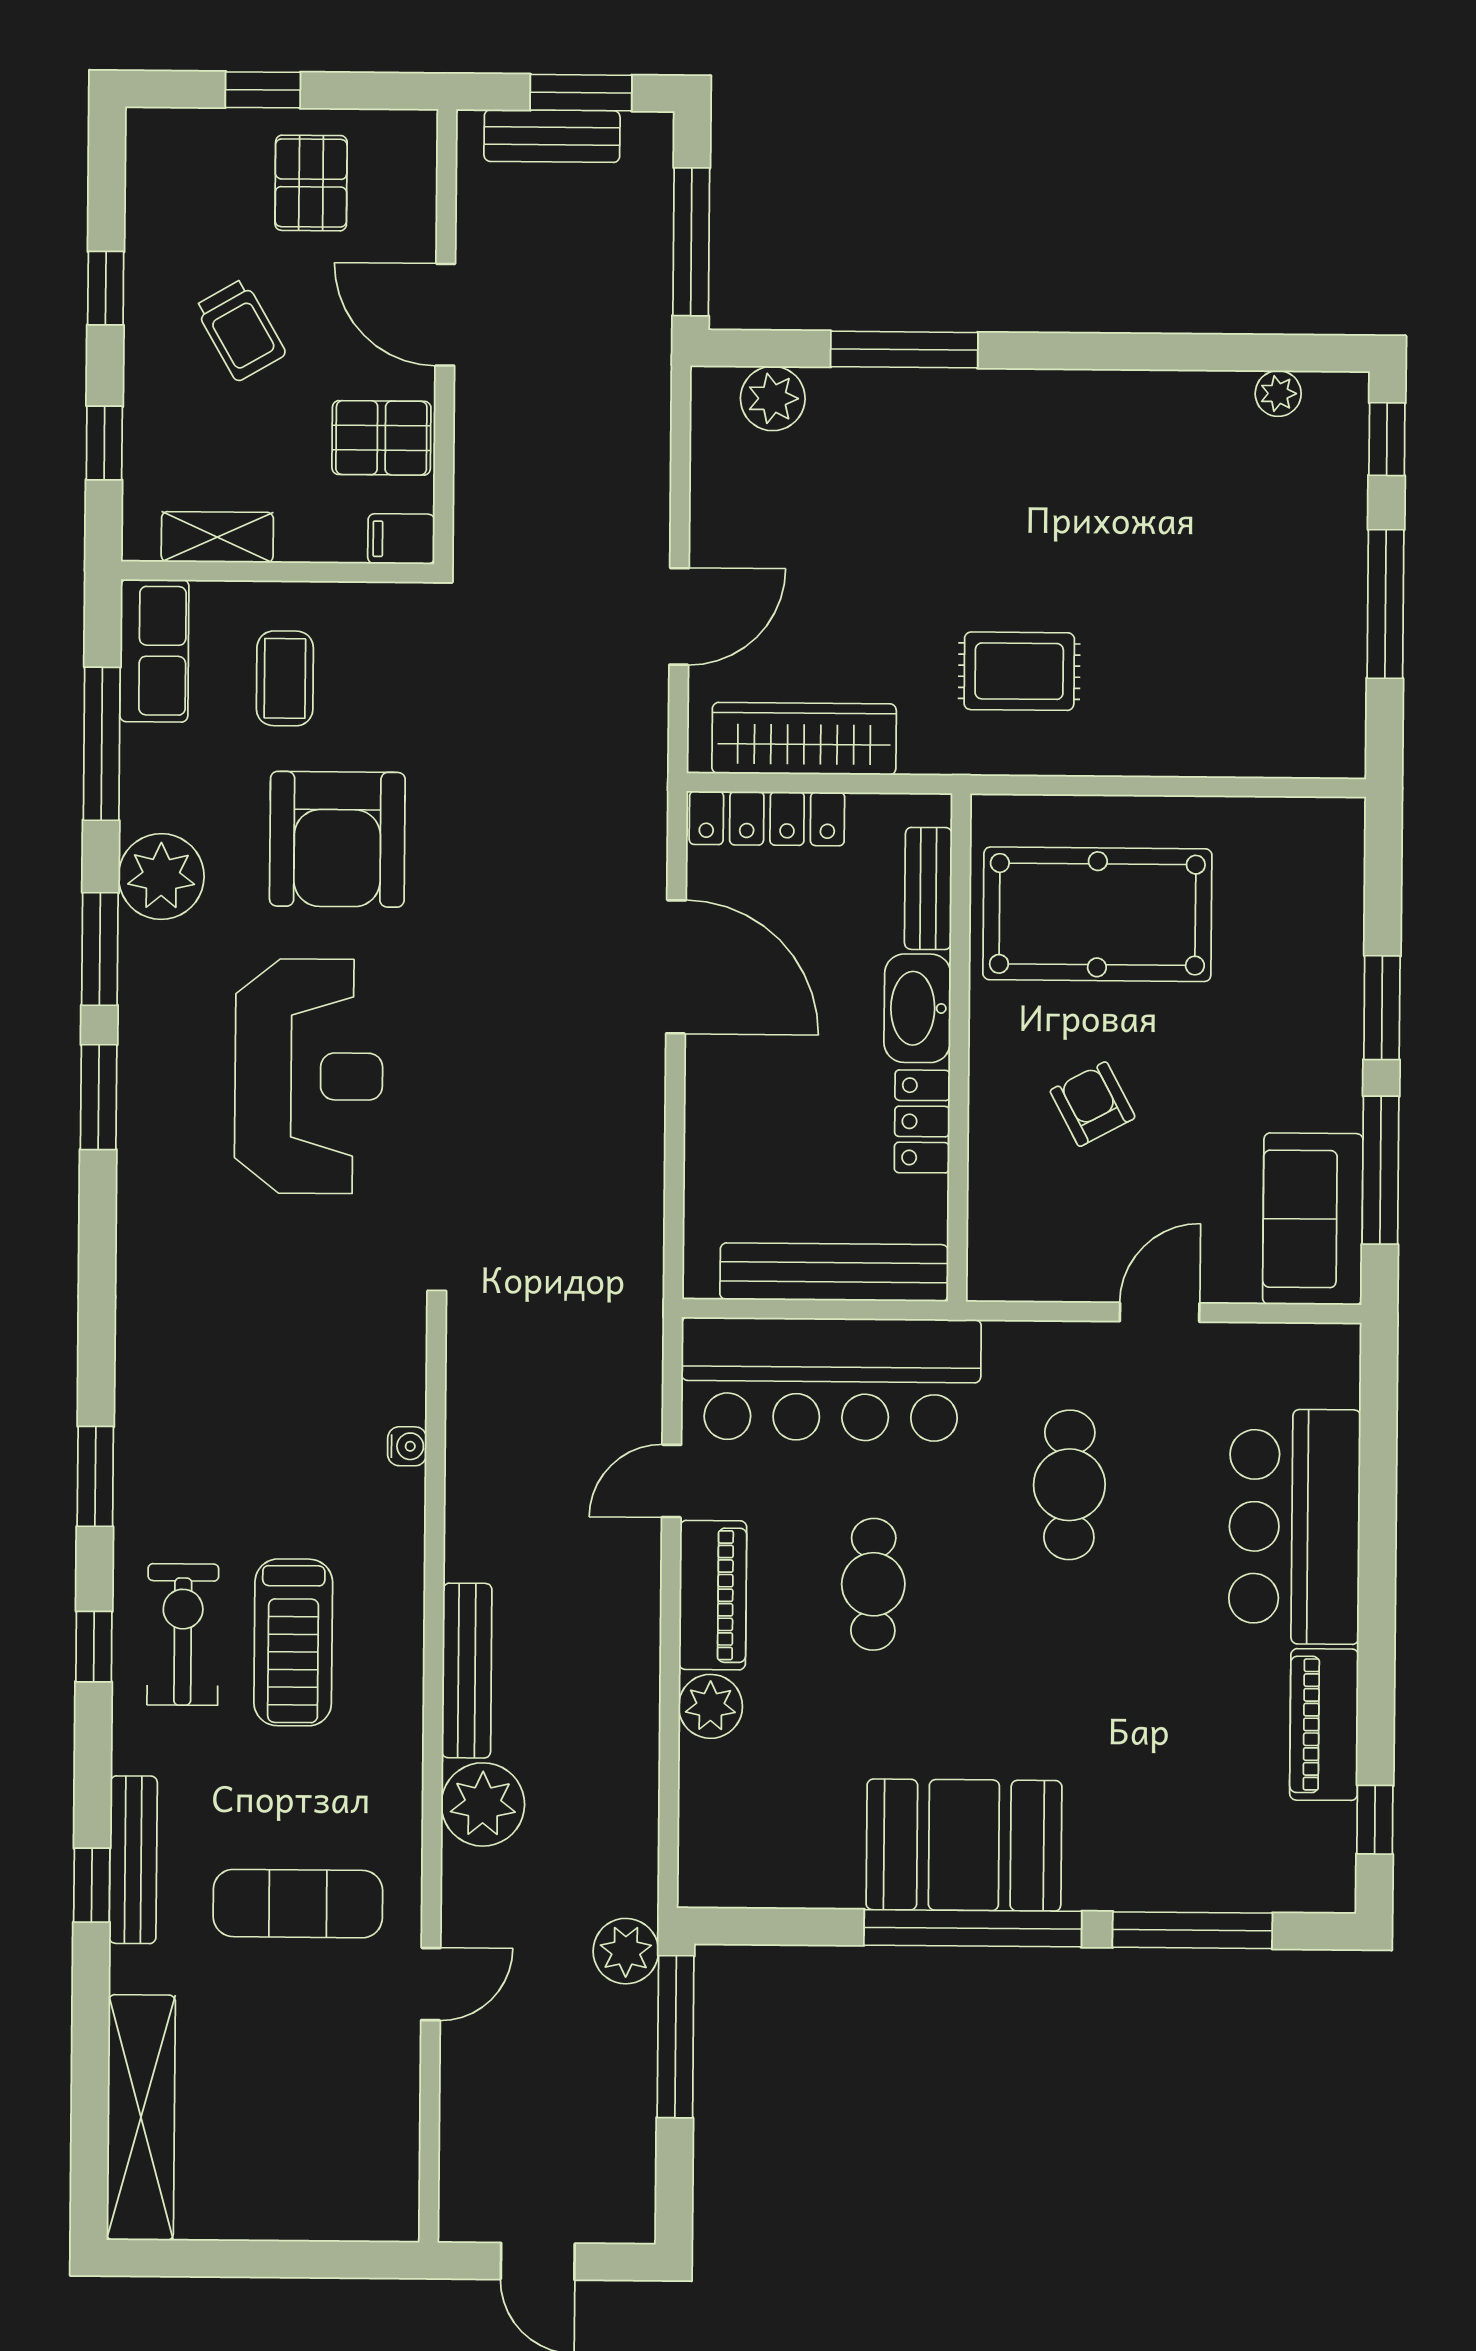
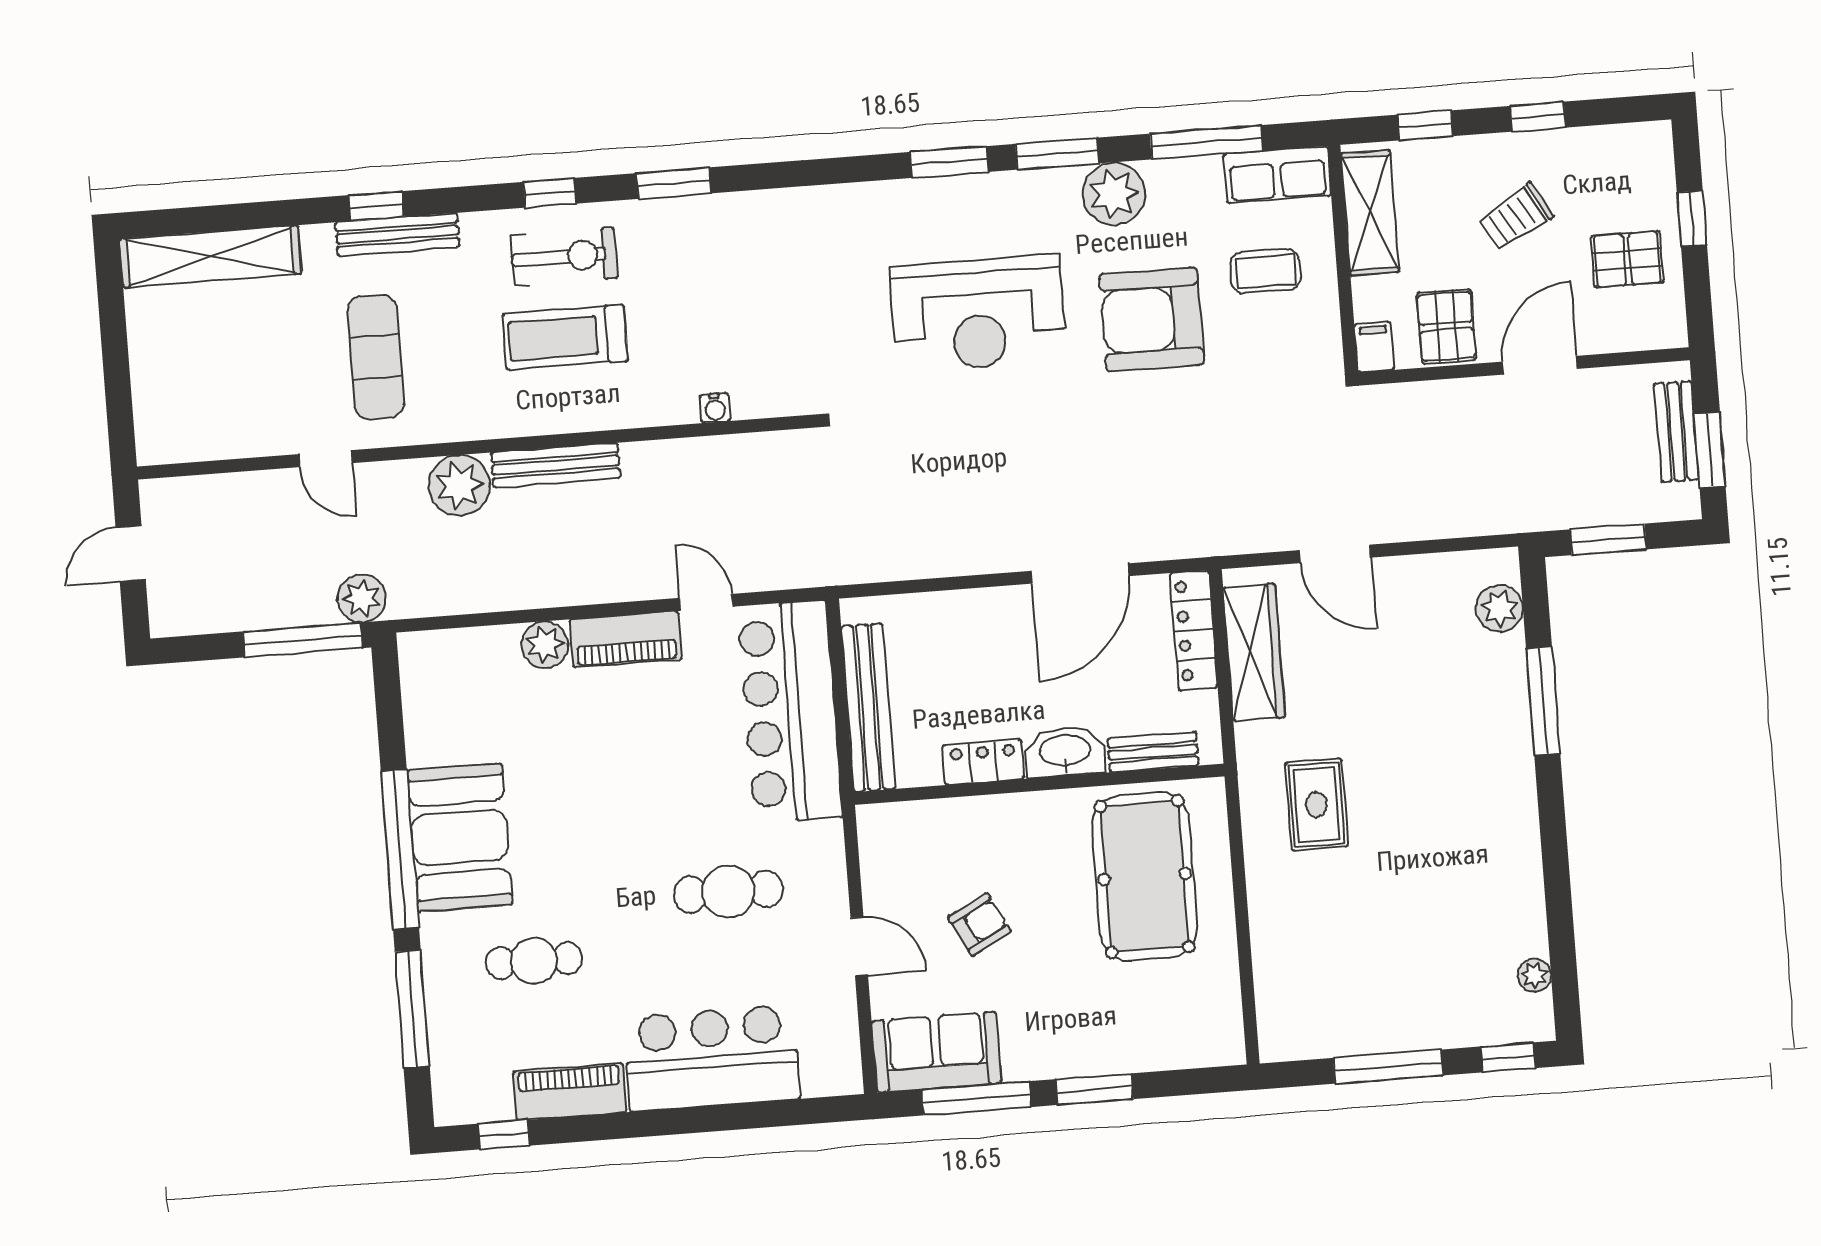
window: (691, 242) -> (1608, 539), width x0.69
shelving: (217, 537) -> (1370, 213), width x1.50, depth x1.33
armchair: (1093, 1104) -> (979, 924), moved
cafe table: (873, 1584) -> (534, 961), moved

